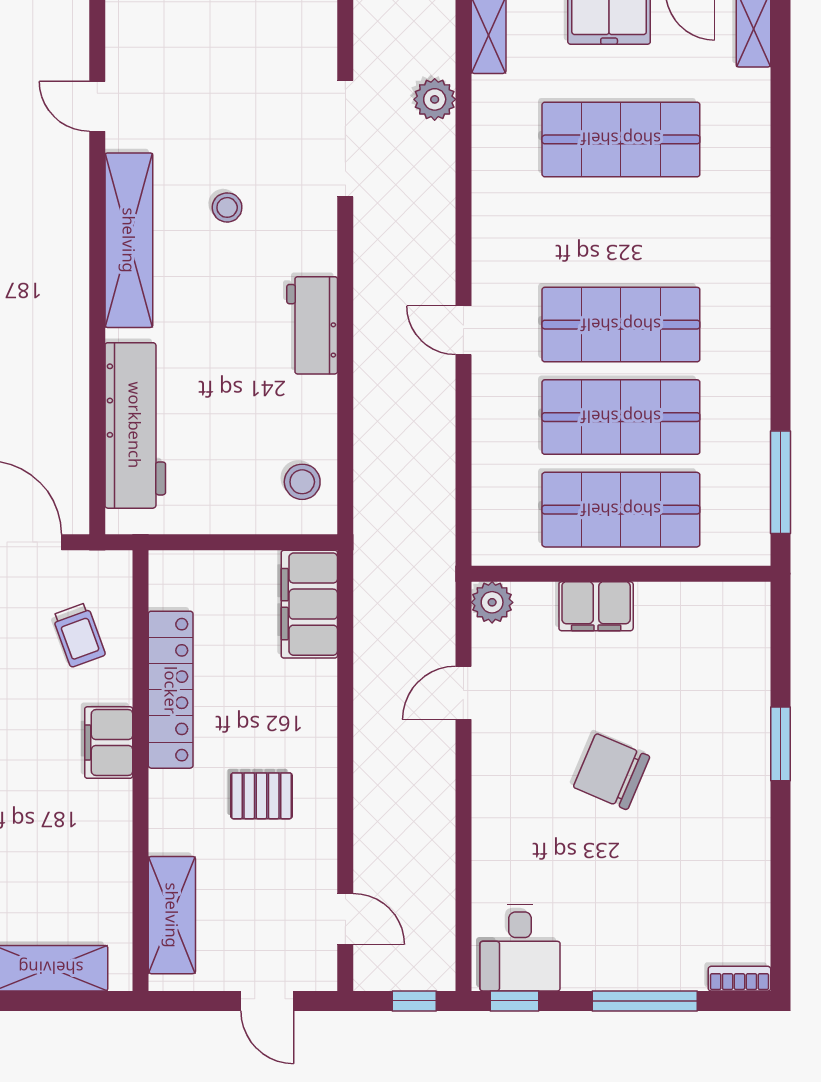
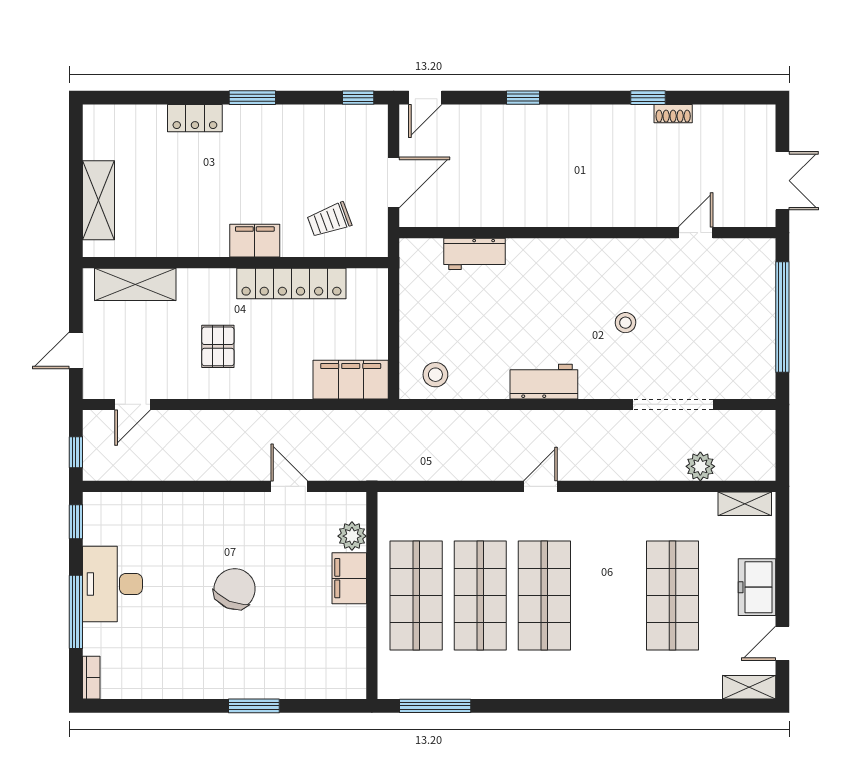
shelving: (129, 240) -> (603, 255), removed
workbench: (135, 425) -> (474, 254), width x0.53, depth x0.76
plant: (492, 602) -> (352, 536), moved
desk: (520, 948) -> (112, 584), moved, width x1.37

